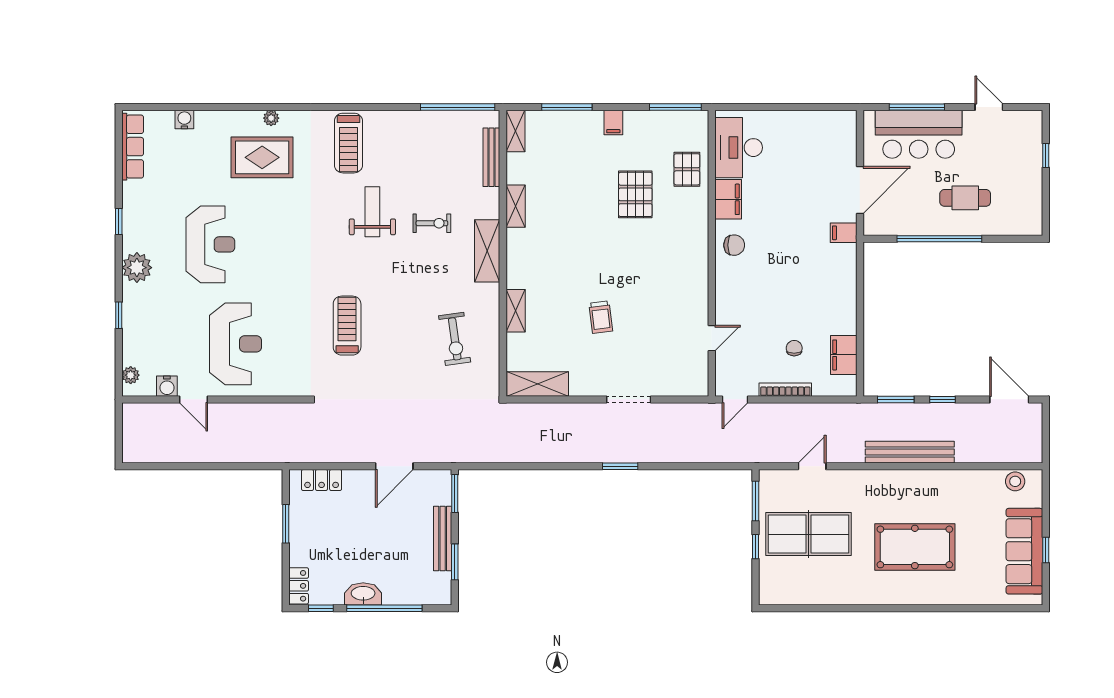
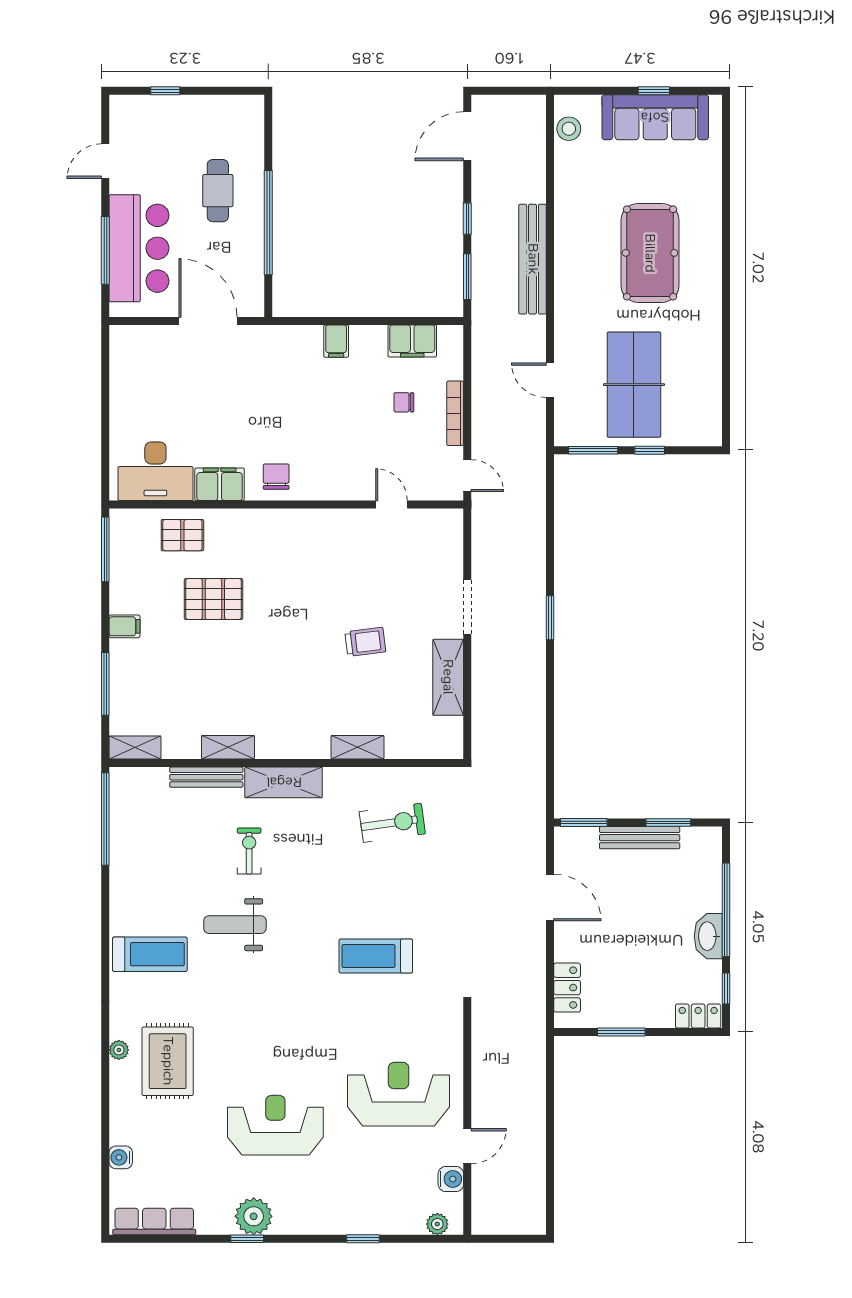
bench: (491, 157) -> (206, 777), moved
filing cabinet: (844, 233) -> (336, 341), moved
plant: (137, 268) -> (254, 1216), moved
shelving: (538, 384) -> (448, 677), moved

